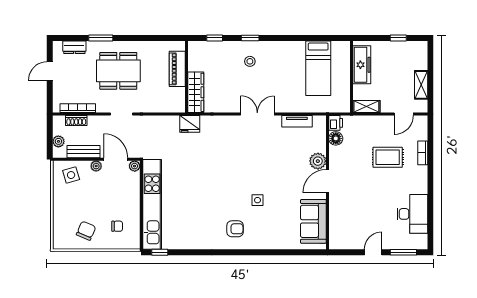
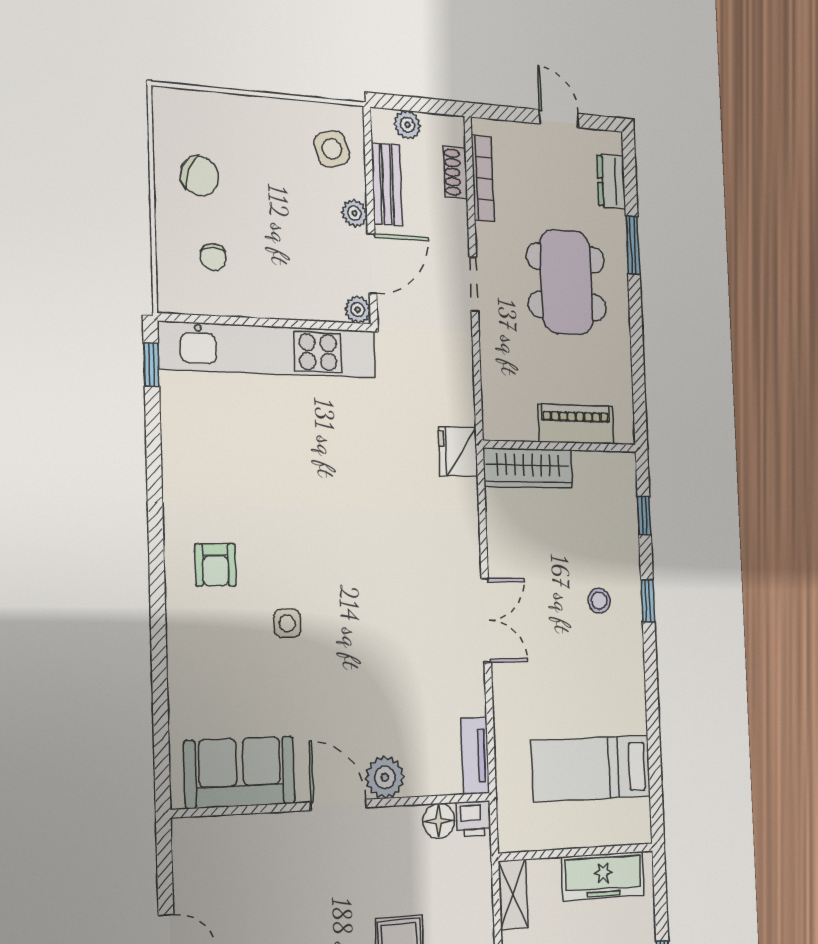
tv unit: (297, 121) -> (475, 756), moved

